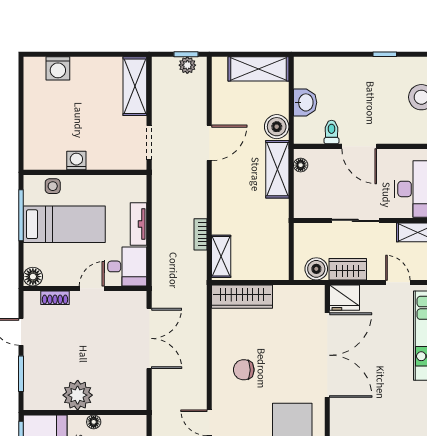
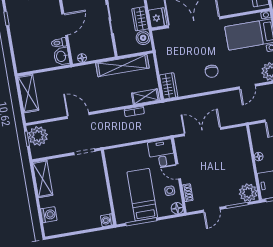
plant: (187, 65) -> (38, 136), width x1.87, depth x1.87
shelving: (135, 86) -> (43, 179), moved, turned 90
washbasin: (305, 102) -> (61, 56), moved, turned -90
boiler: (277, 127) -> (61, 76), removed
washing machine: (76, 161) -> (107, 220), moved
shelving: (277, 169) -> (122, 66), moved, width x1.47
side table: (53, 186) -> (170, 191), moved
tv unit: (139, 224) -> (134, 150), removed
wardrobe: (242, 297) -> (169, 86), width x0.67
plant: (78, 395) -> (248, 193), moved

